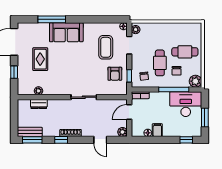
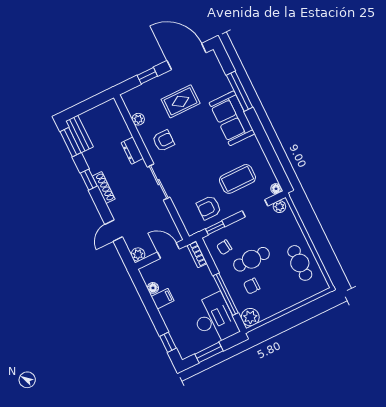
cafe table: (185, 52) -> (300, 263), moved
armchair: (59, 82) -> (163, 141), added
dresser: (39, 104) -> (132, 151), moved

